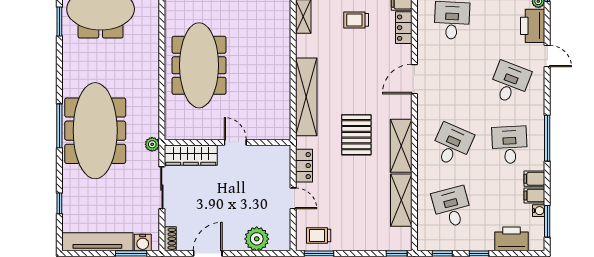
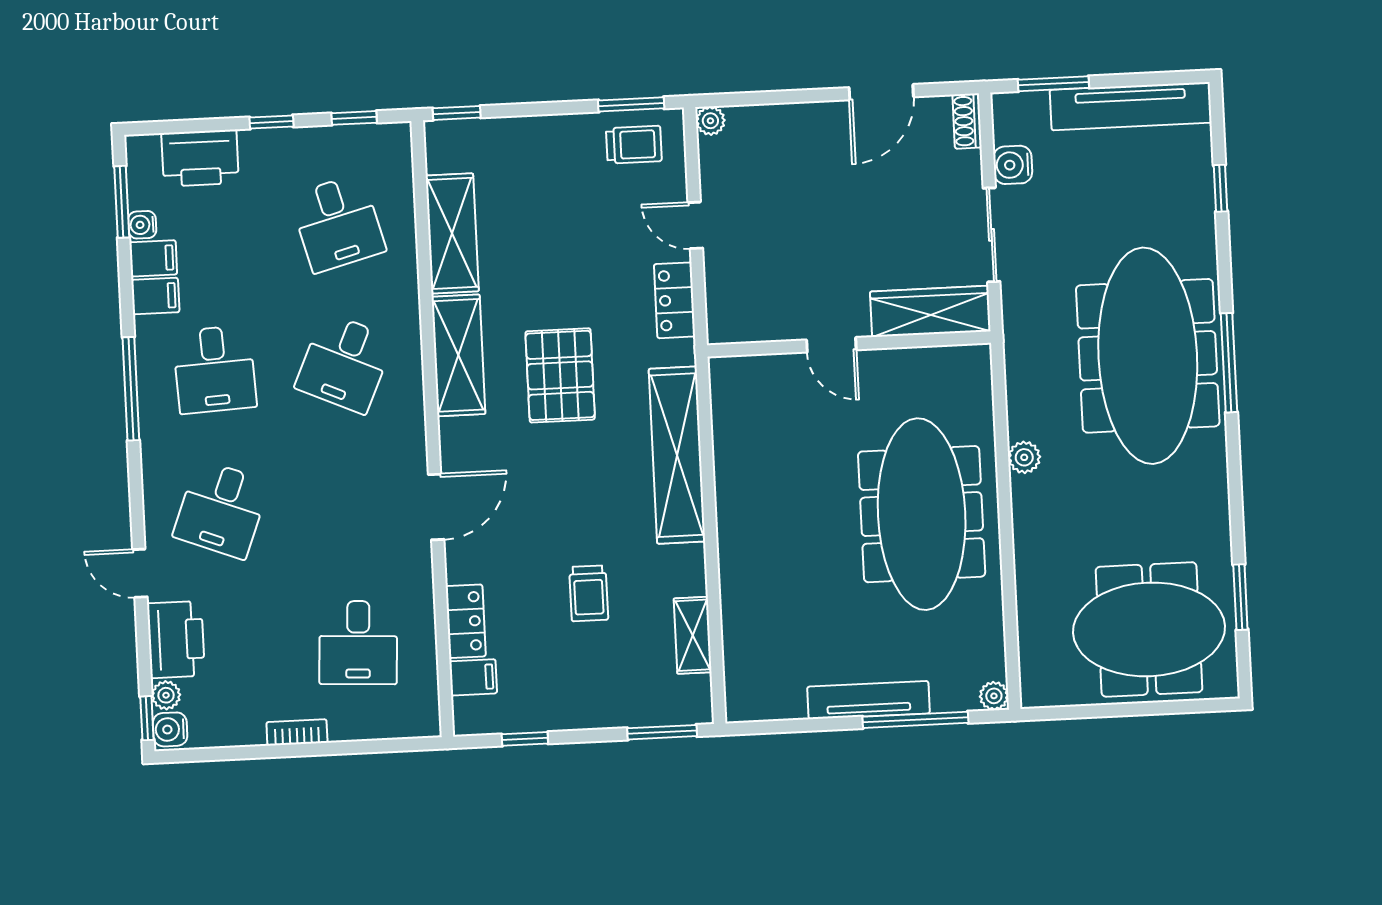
trolley: (356, 20) -> (589, 593), moved, turned 90
plant: (152, 144) -> (1024, 457), moved
plant: (257, 239) -> (710, 121), moved, width x0.53, depth x0.53
water cooler: (143, 242) -> (1013, 165), moved, turned -90

